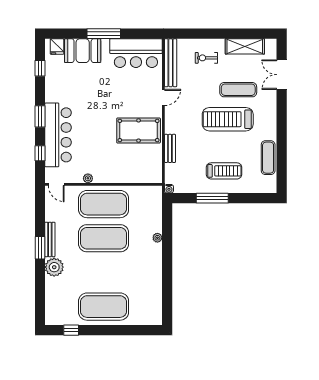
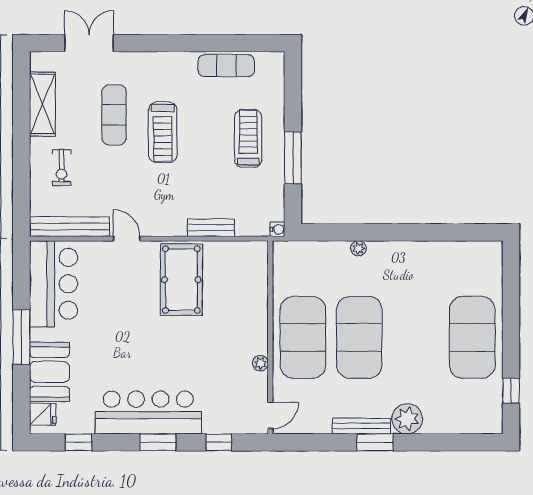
double door: (282, 75) -> (89, 43), swing flipped
treadmill: (228, 119) -> (163, 132), width x0.73, depth x0.73
bar counter: (58, 135) -> (148, 412), moved

